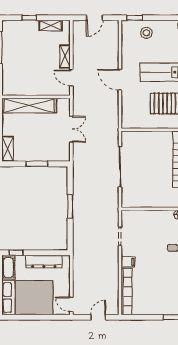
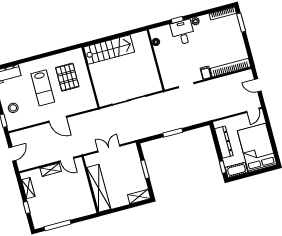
door: (94, 18) -> (12, 154), hinge flipped
door: (71, 78) -> (67, 160), hinge flipped
door: (120, 80) -> (58, 119), hinge flipped

